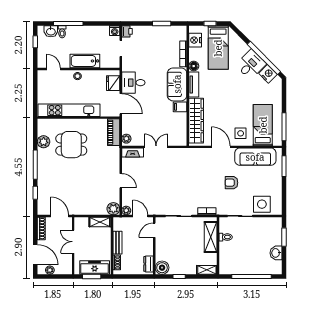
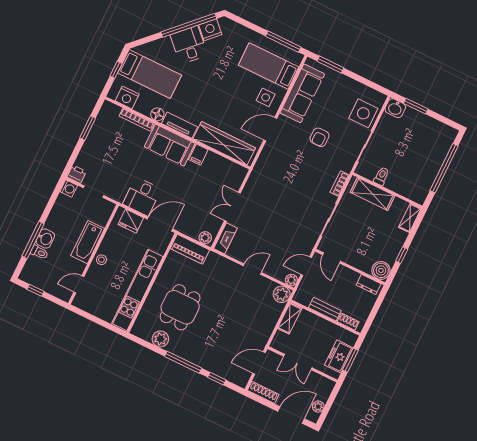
washbasin: (51, 31) -> (45, 239), moved
washbasin: (276, 253) -> (395, 108), moved
freezer: (95, 268) -> (339, 356), width x0.71

